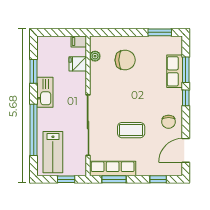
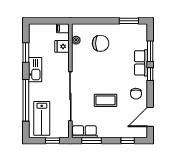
row of seats: (175, 71) -> (141, 63), moved
row of seats: (113, 168) -> (84, 132), width x0.68

